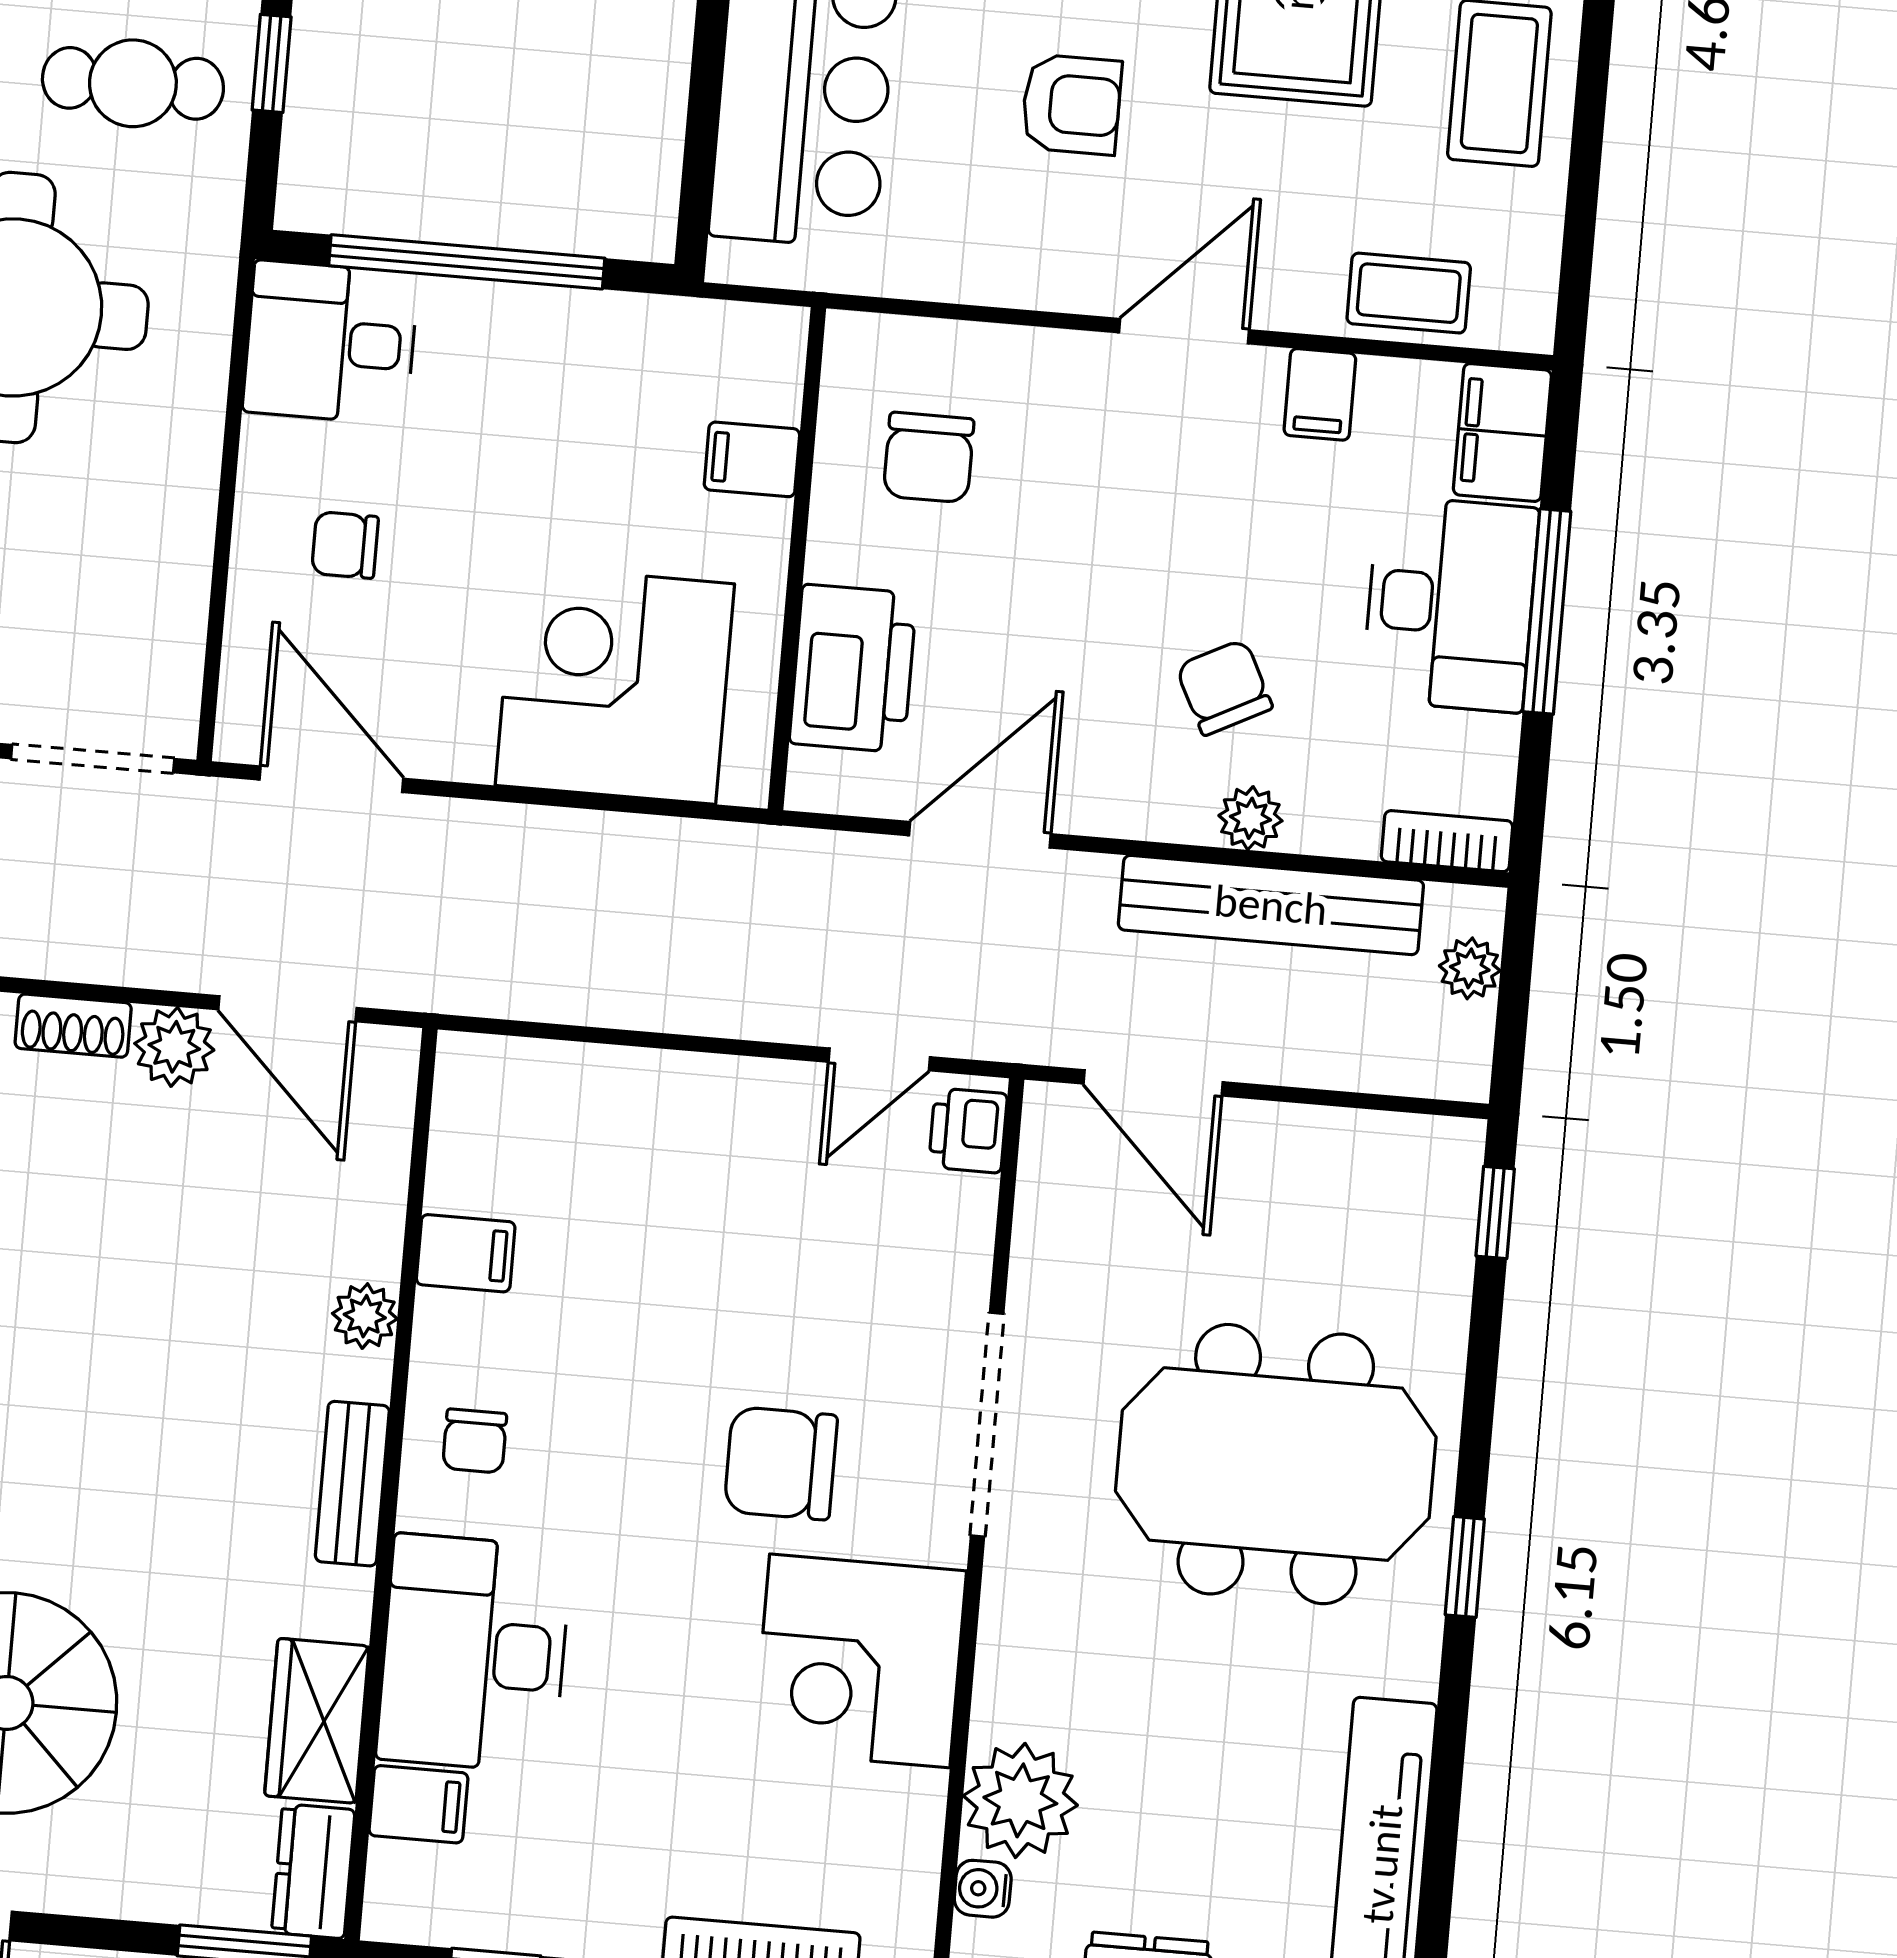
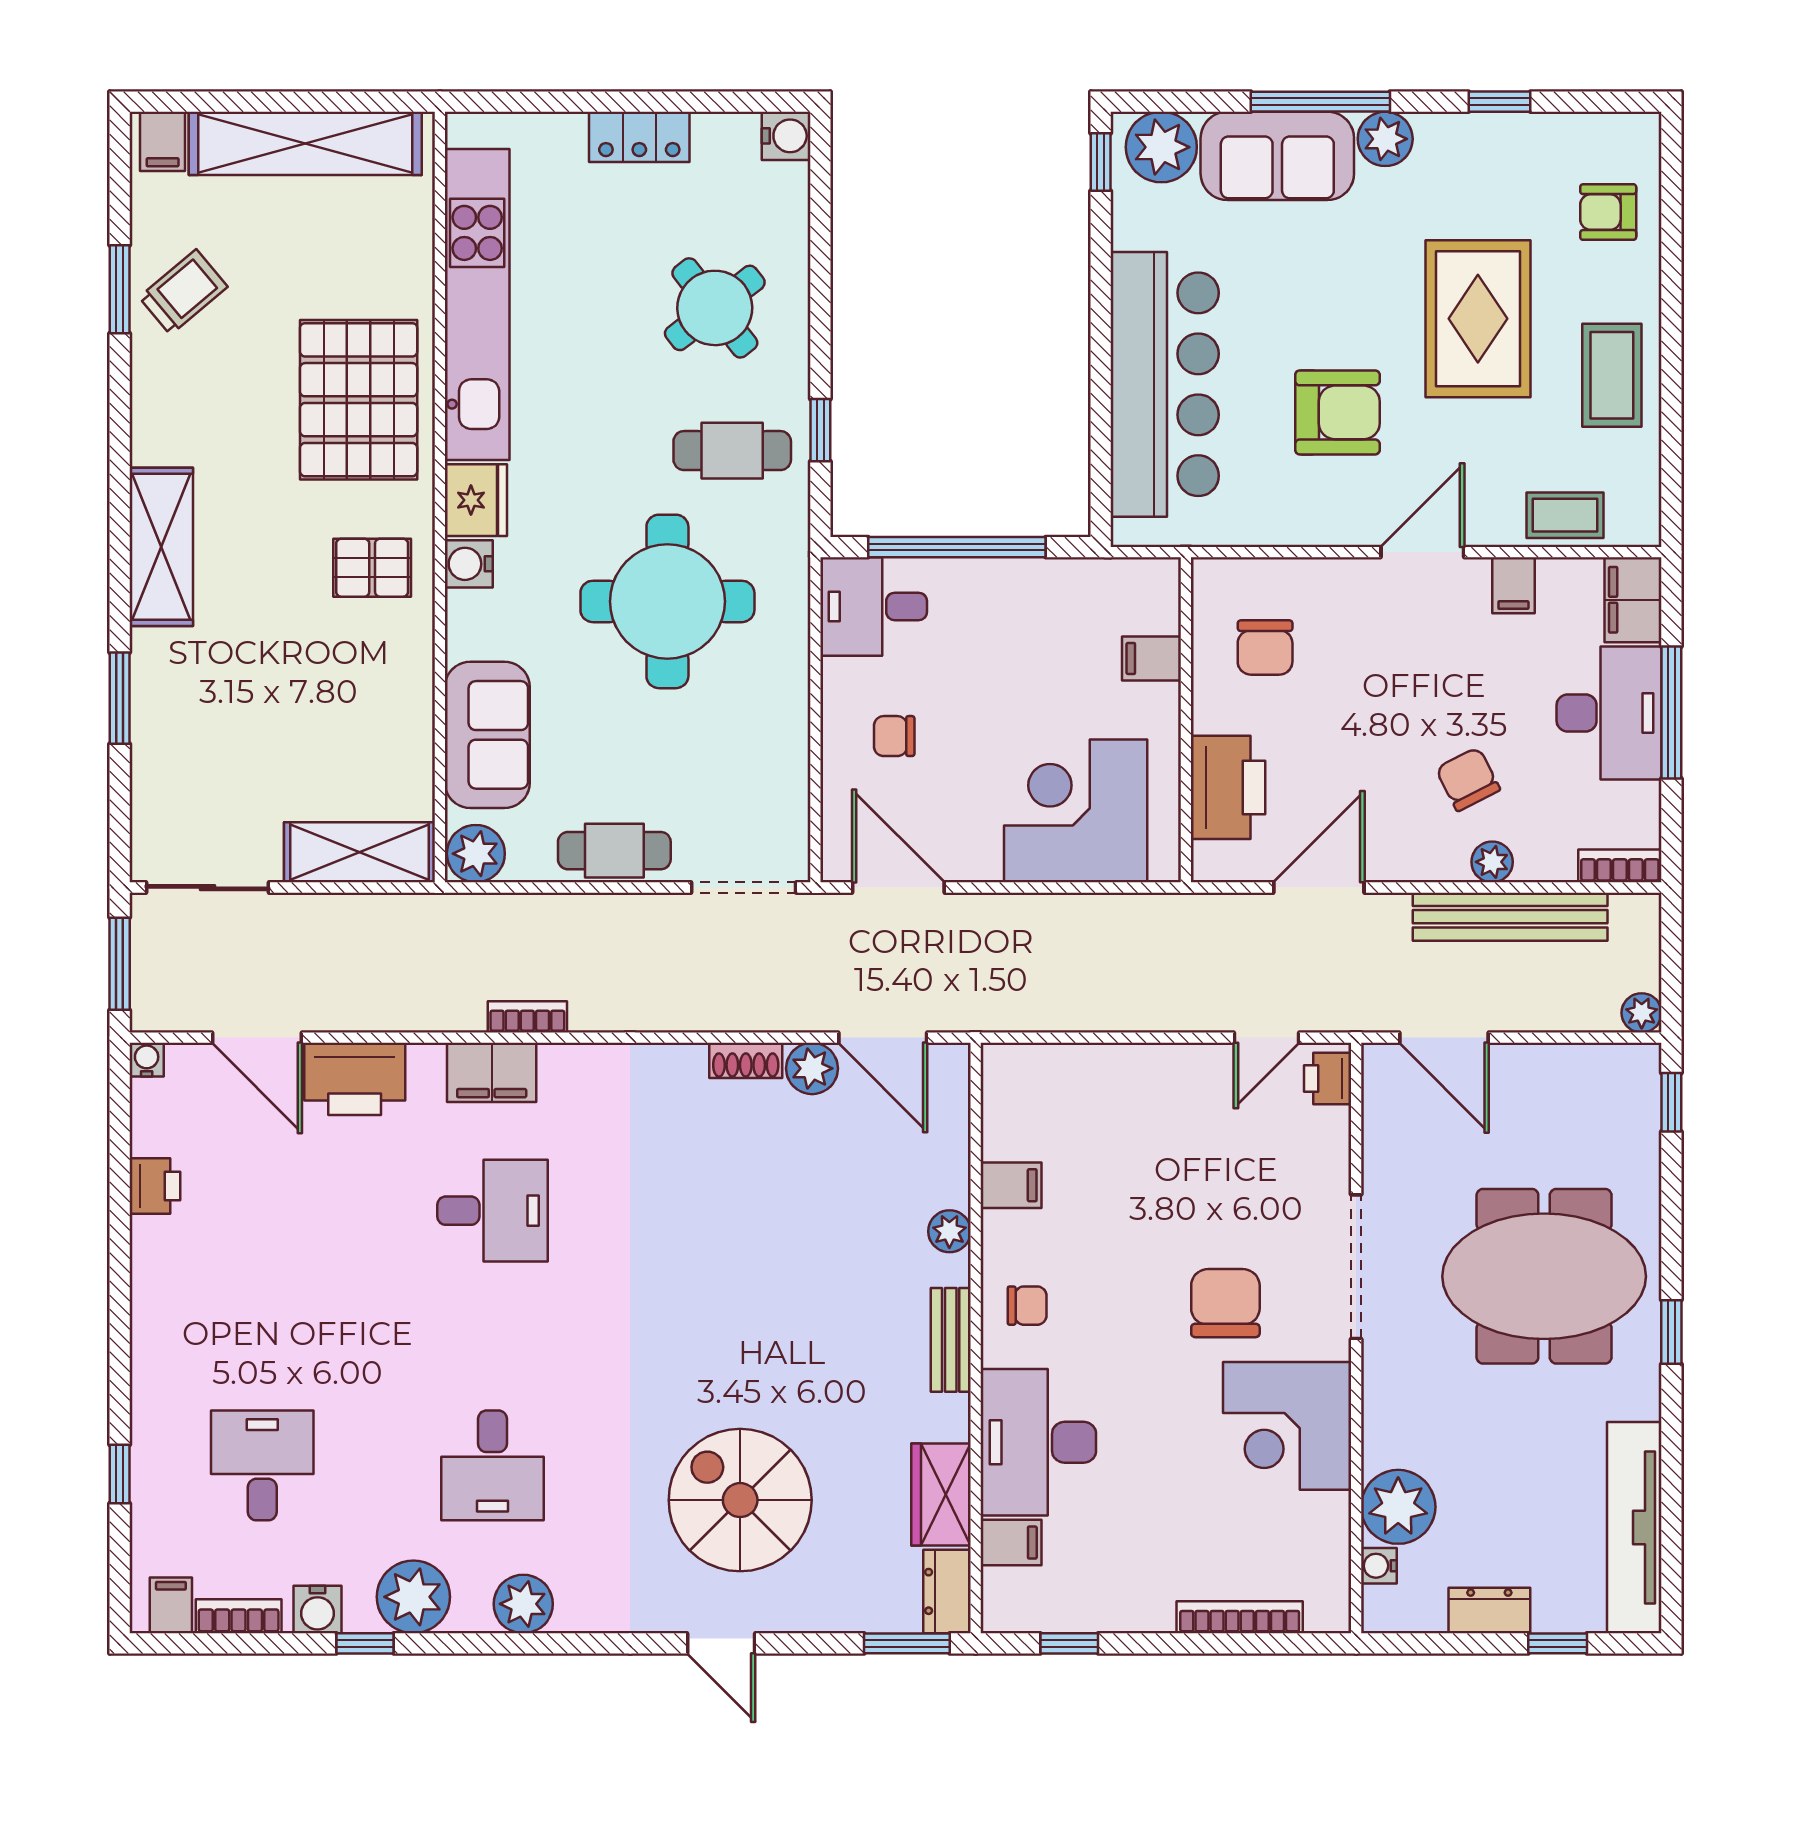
armchair: (1071, 105) -> (1337, 412), width x1.38, depth x1.38
plant: (1470, 968) -> (1642, 1013), moved
chair: (475, 1441) -> (1027, 1306), turned -90
chair: (781, 1463) -> (1225, 1303), turned 90

